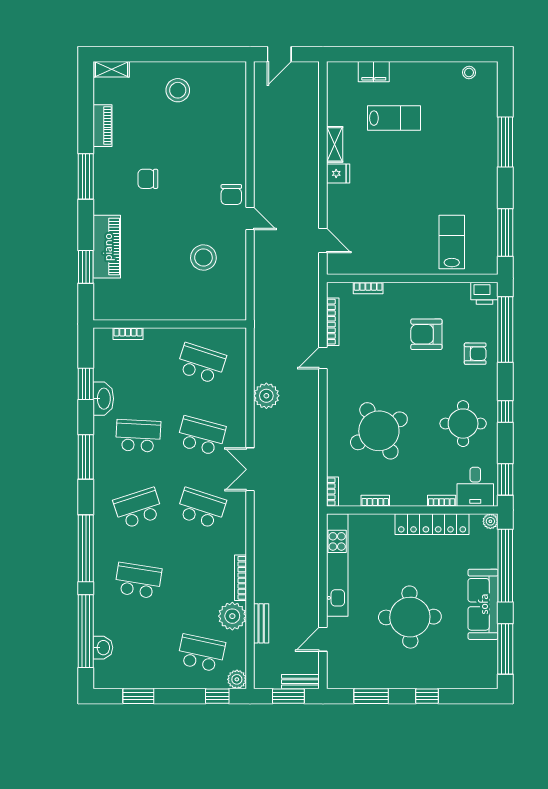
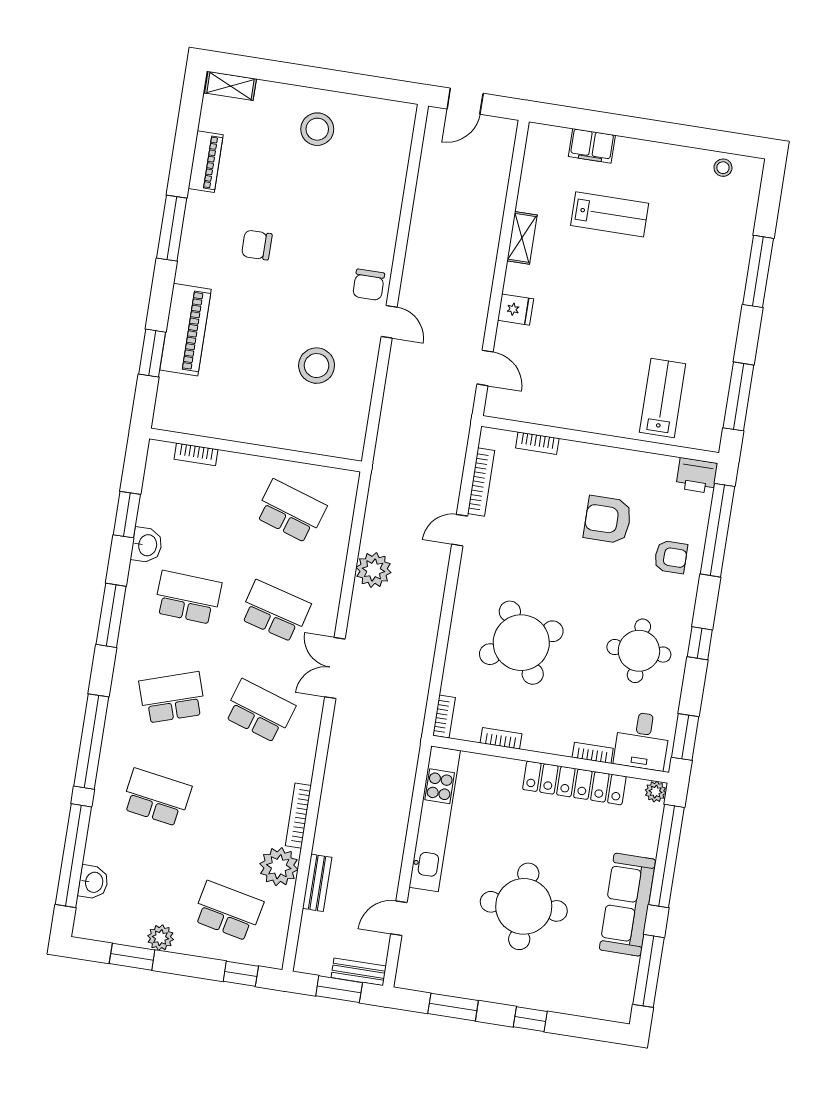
fridge: (338, 173) -> (516, 310), moved
washbasin: (103, 399) -> (147, 545), width x0.72
plant: (237, 679) -> (161, 938), moved

